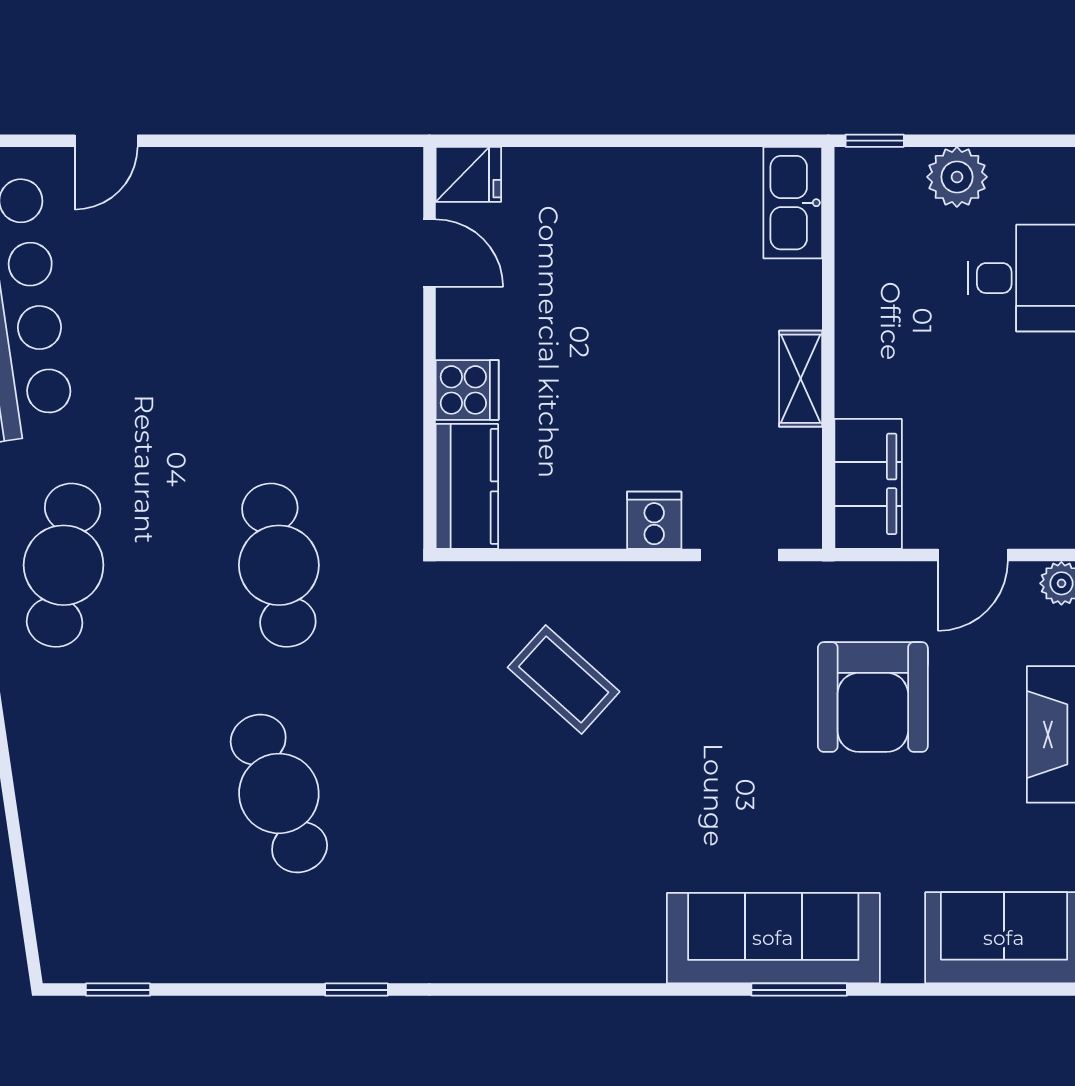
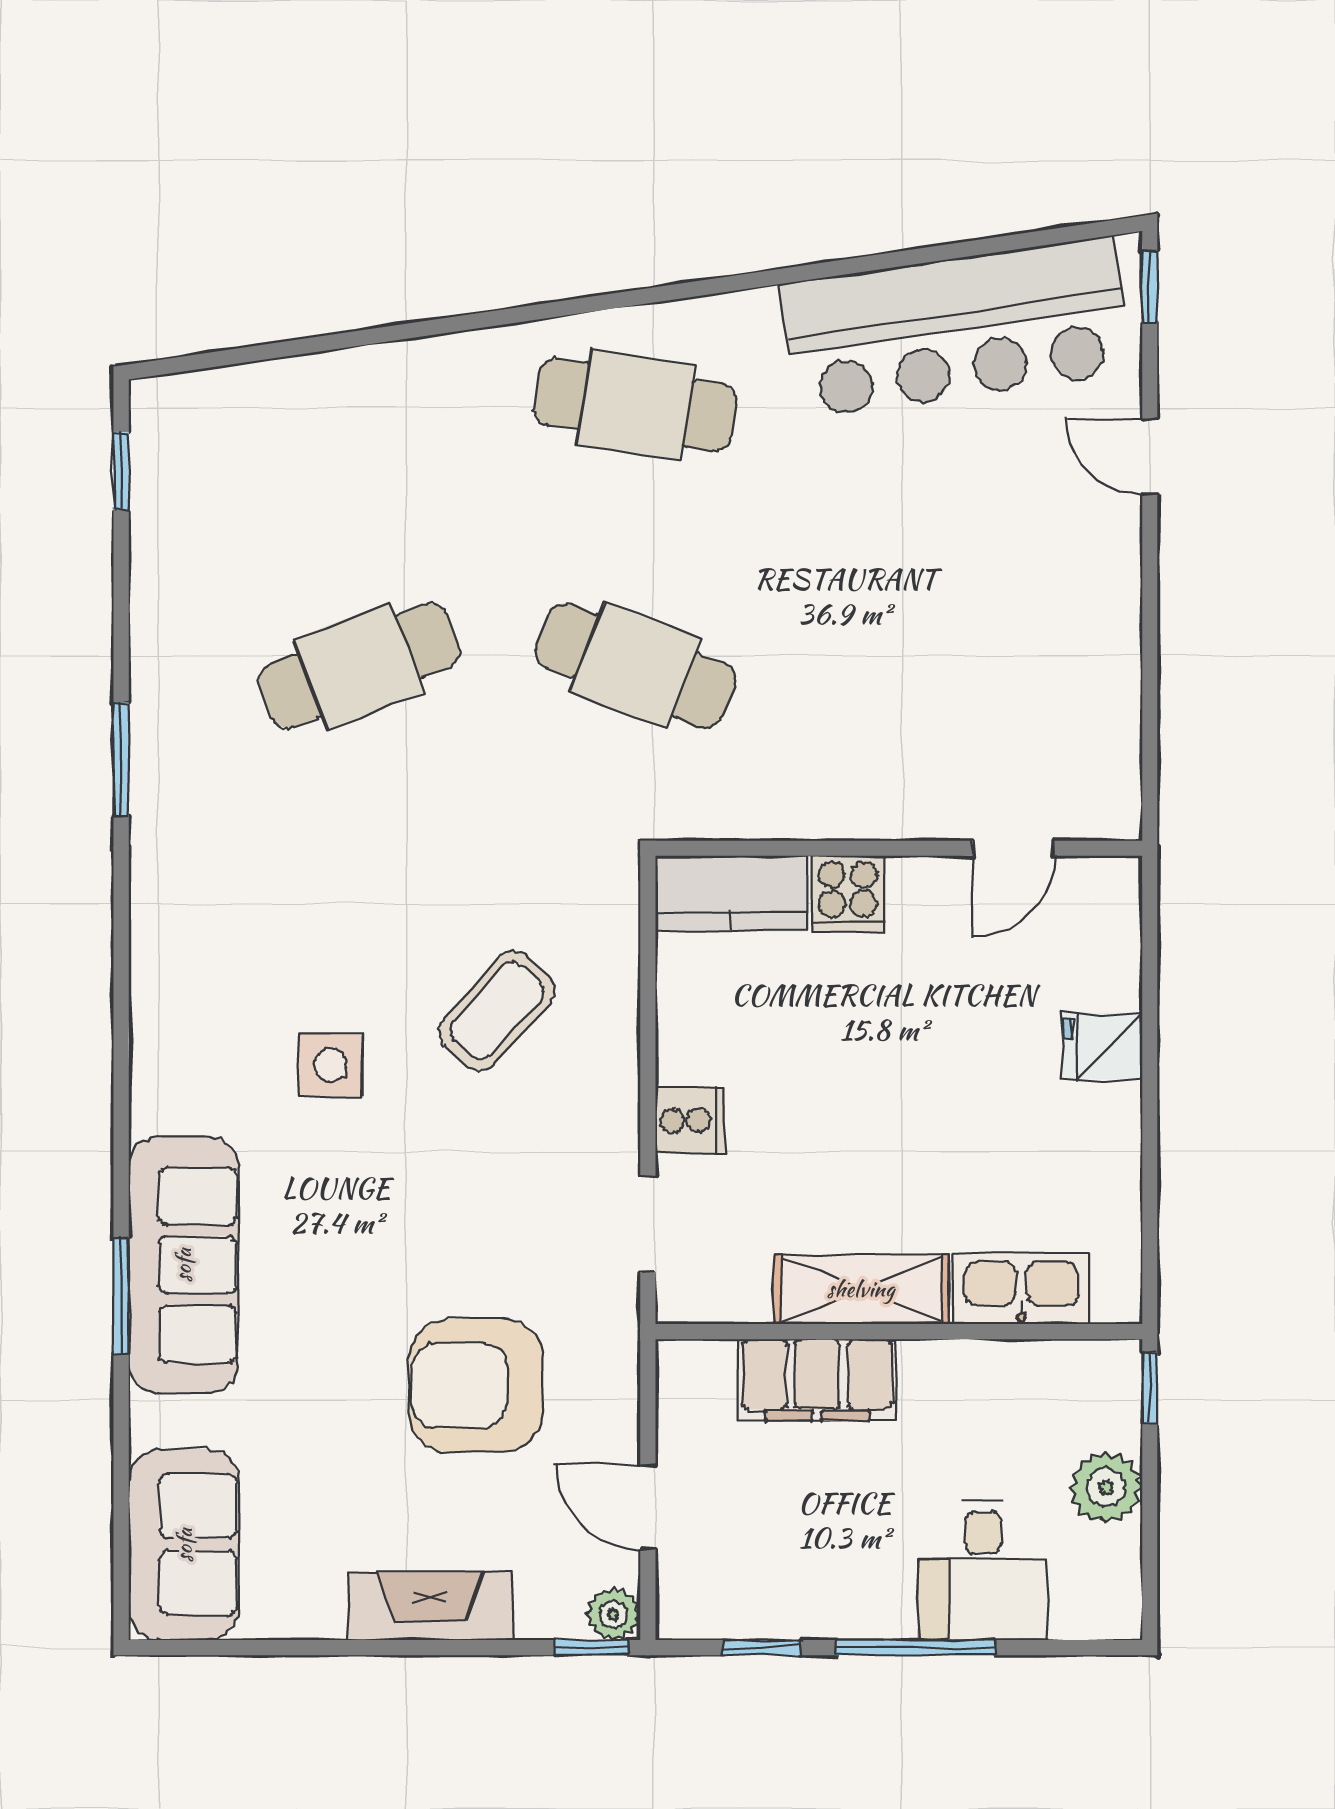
fridge: (468, 174) -> (1103, 1046), moved, turned 90
kitchen sink: (793, 203) -> (1021, 1288), moved
shelving: (801, 379) -> (861, 1289), width x1.50, depth x1.33
filing cabinet: (868, 484) -> (817, 1380), moved
cafe table: (279, 565) -> (635, 666), turned 30
side table: (608, 816) -> (331, 1065), added
window: (356, 990) -> (121, 760), width x1.50

